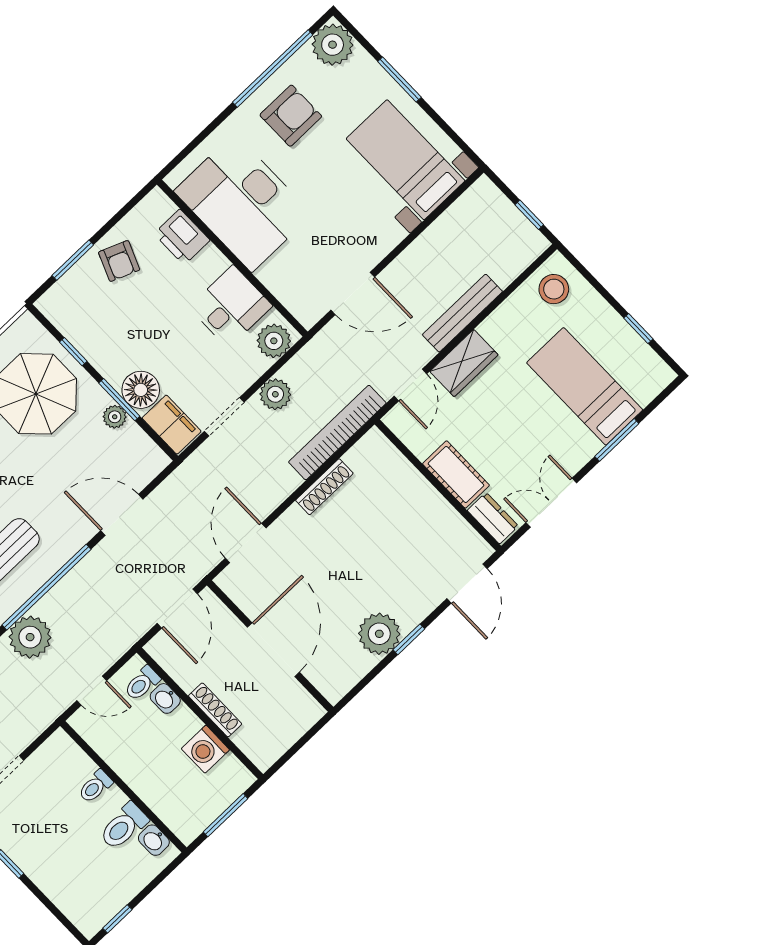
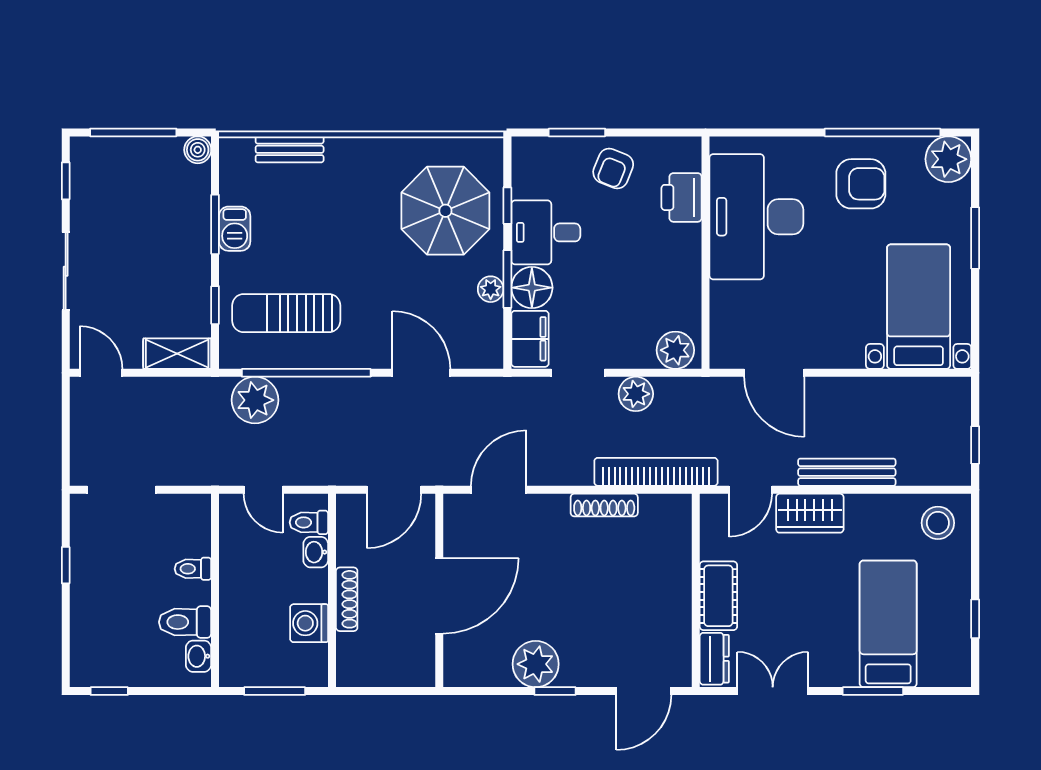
desk: (231, 307) -> (546, 232), moved, turned 180

